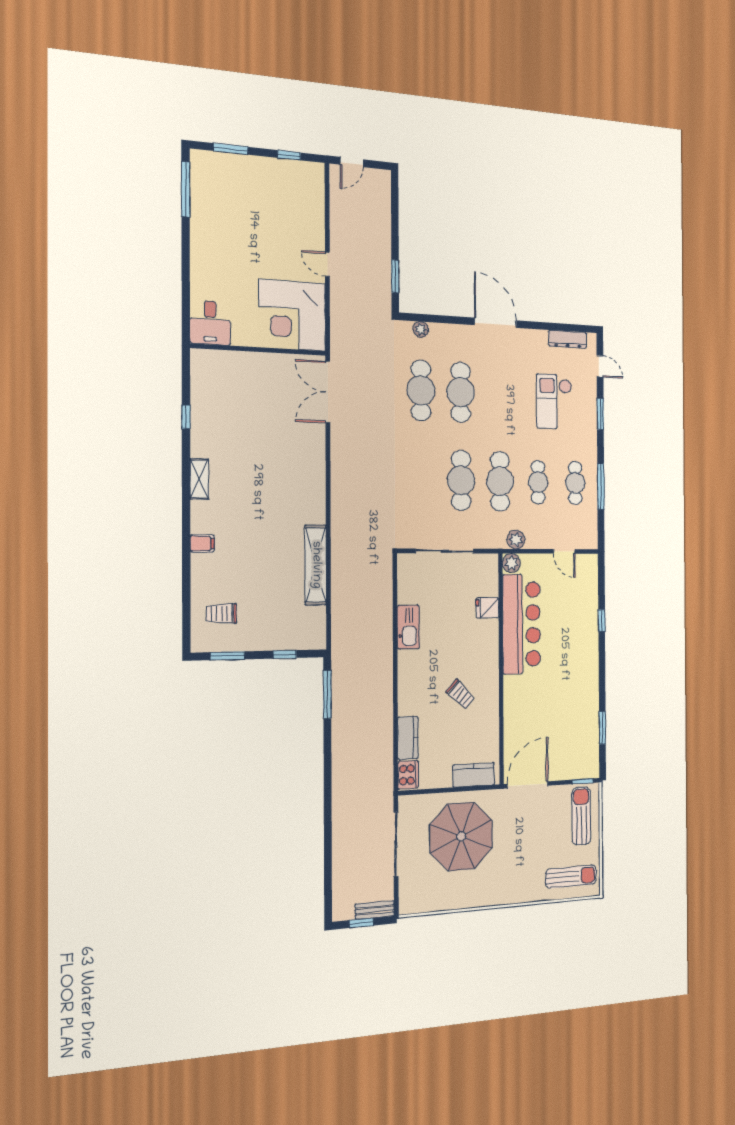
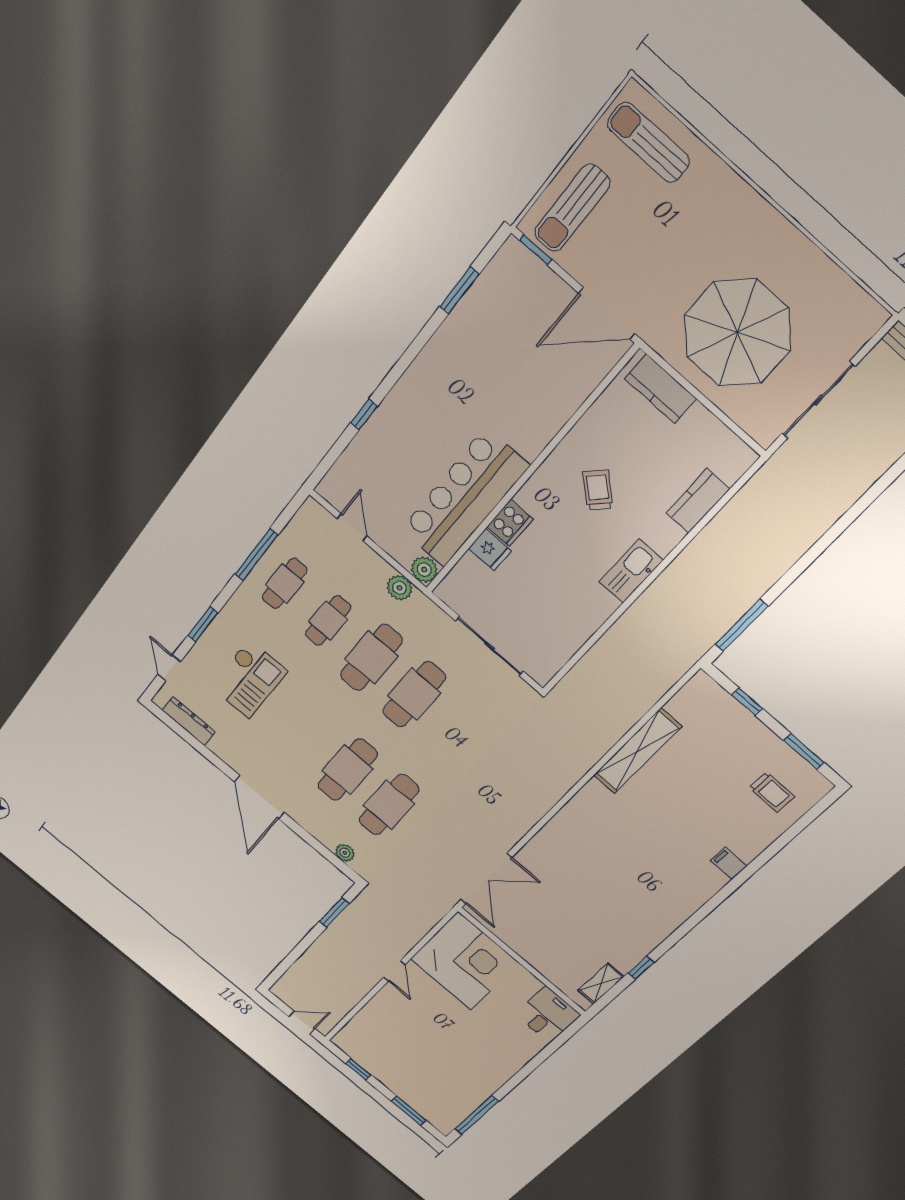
shelving: (199, 479) -> (601, 983), moved
kitchen sink: (408, 627) -> (631, 571), moved
cooker: (408, 775) -> (510, 523), moved, turned 180

